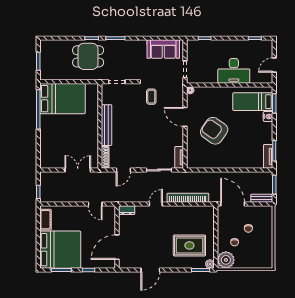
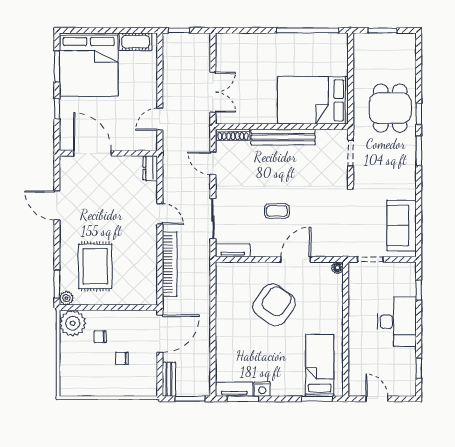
desk: (234, 71) -> (397, 322), moved, turned 180
coffee table: (151, 97) -> (277, 211), moved
bed: (62, 99) -> (313, 100), moved, turned 90
nightstand: (268, 116) -> (262, 389), moved

